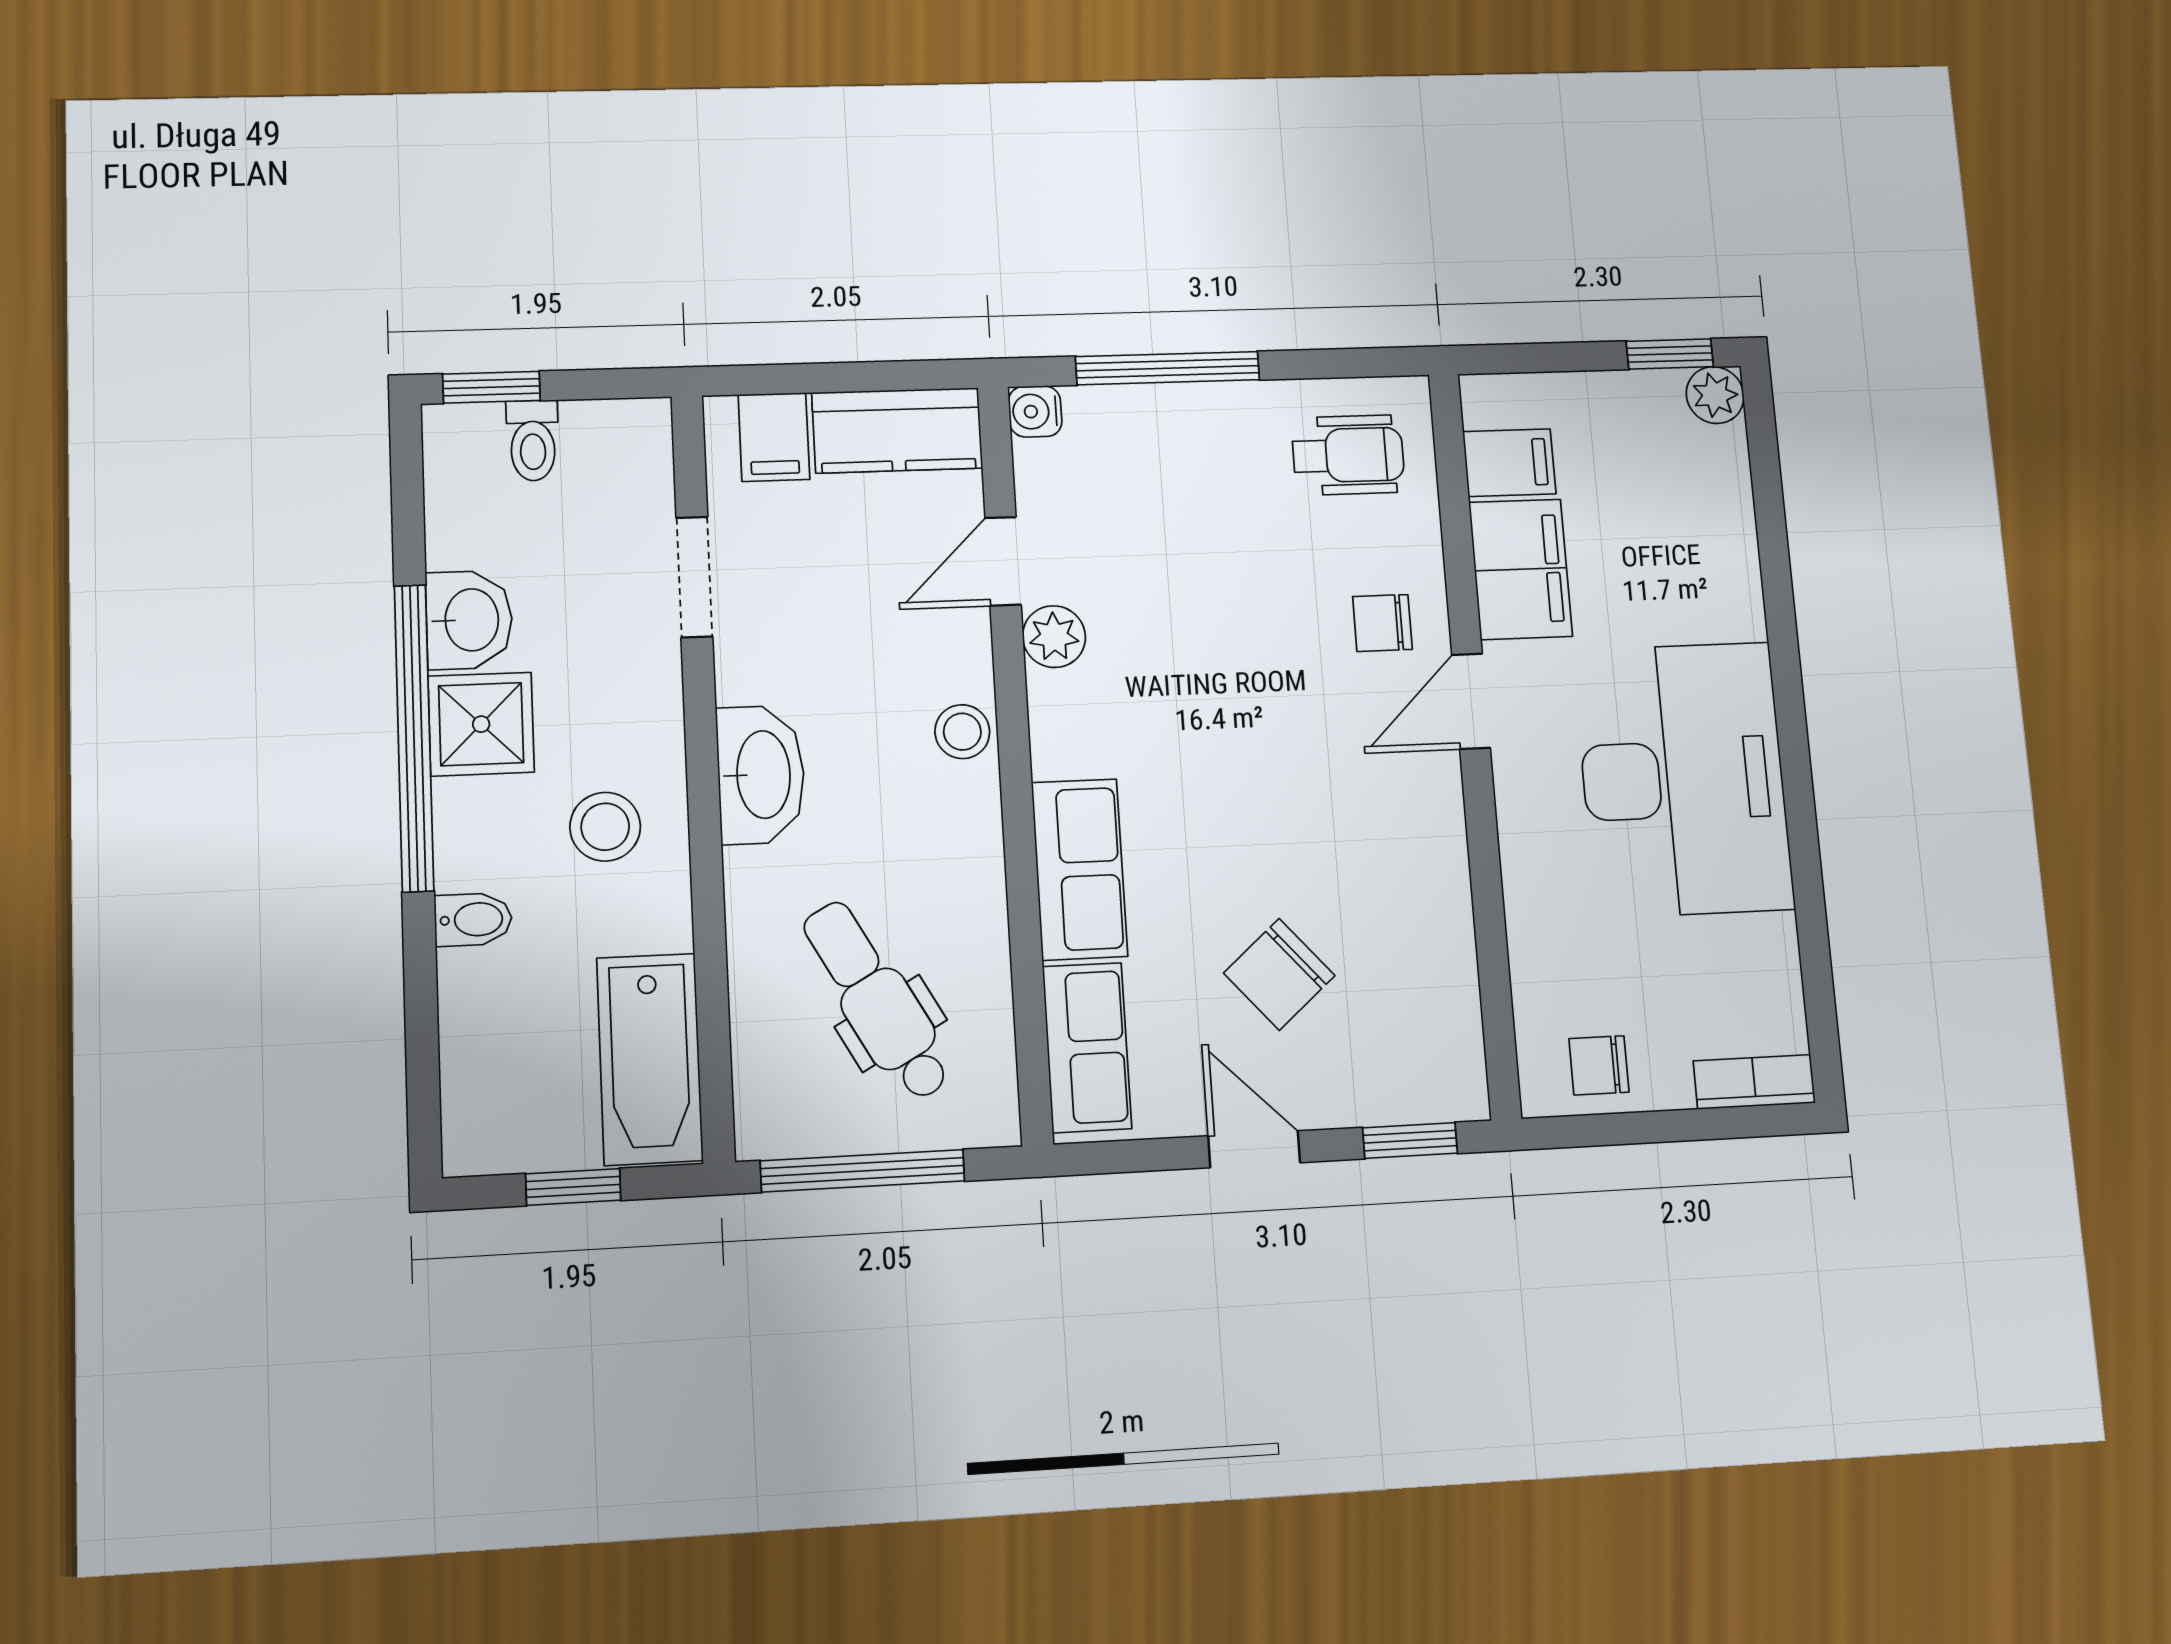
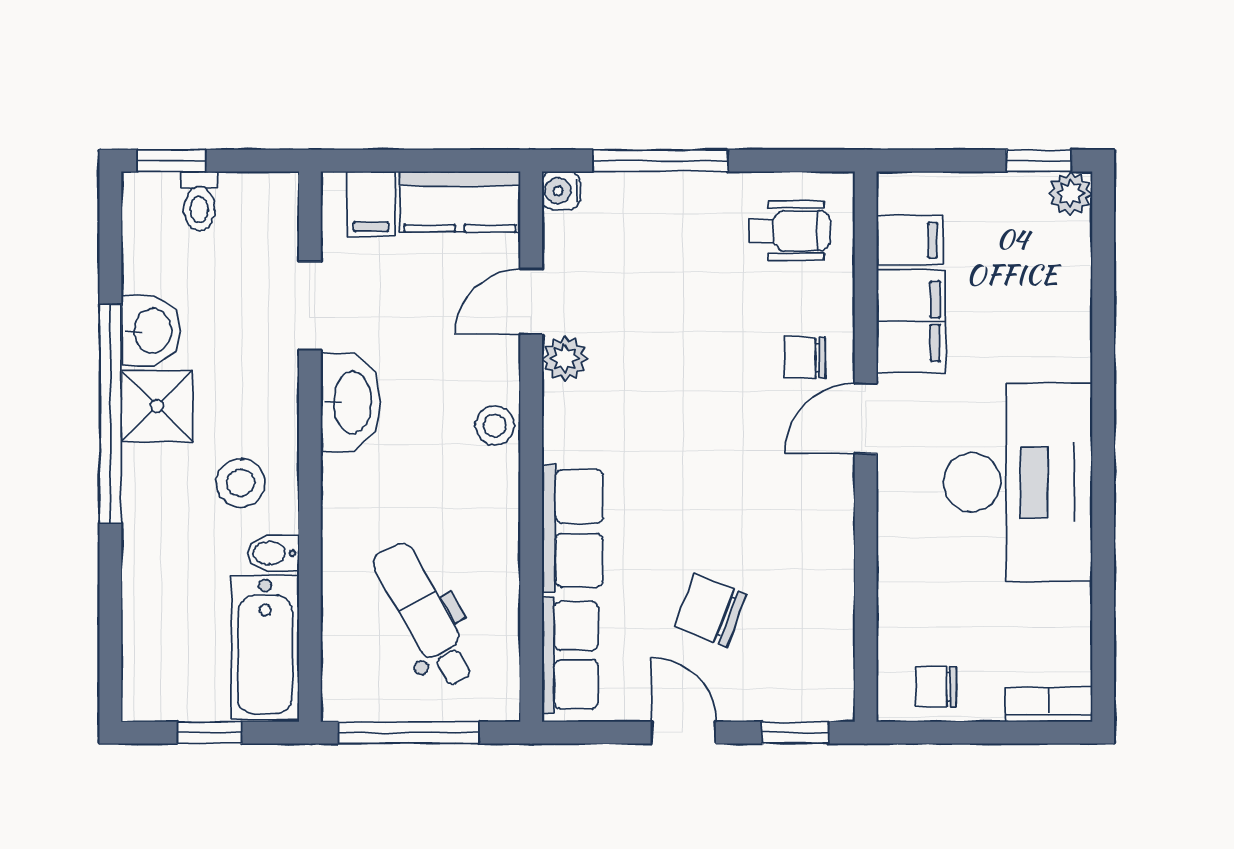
washbasin: (761, 775) -> (351, 402), moved
bidet: (473, 919) -> (273, 553), moved, turned 180
chair: (1279, 974) -> (710, 610), turned 62

